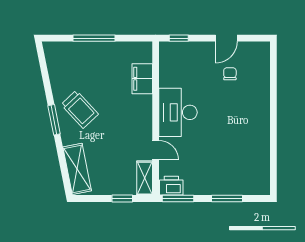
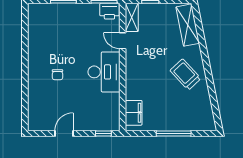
chair: (230, 74) -> (57, 75), moved
filing cabinet: (142, 79) -> (134, 113), moved
window: (54, 120) -> (207, 66), removed

